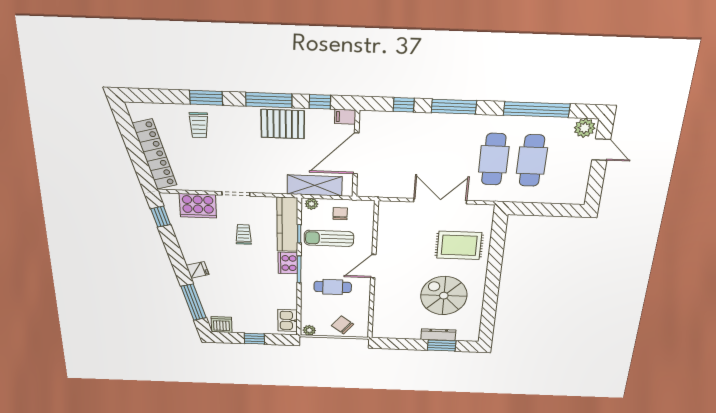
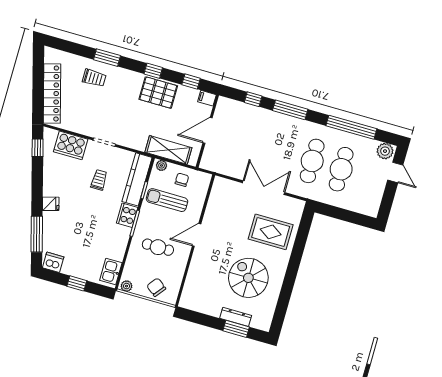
window: (269, 100) -> (153, 71), width x0.46
trolley: (199, 125) -> (94, 78), turned -90
door: (356, 153) -> (208, 130), width x0.73

